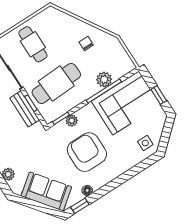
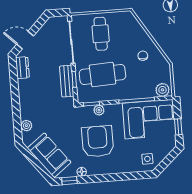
plant: (104, 79) -> (162, 90), moved

